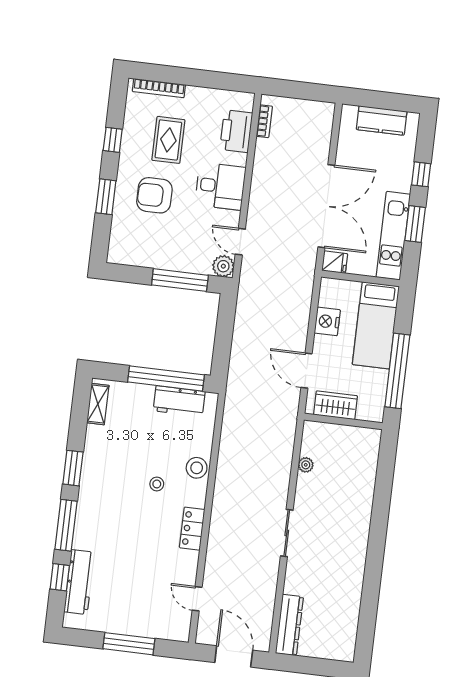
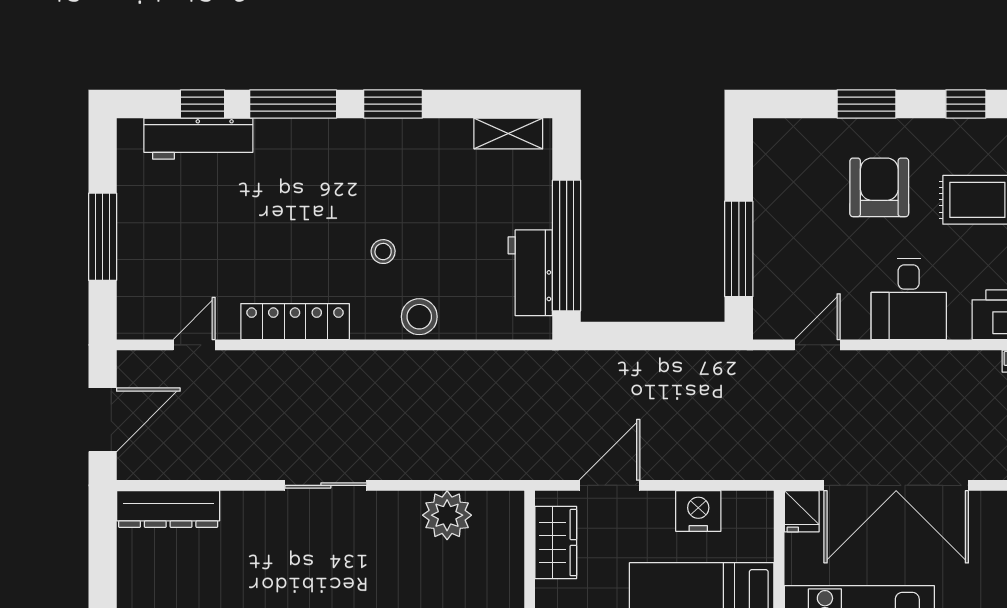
plant: (223, 266) -> (772, 321), removed
plant: (306, 465) -> (447, 515), width x1.87, depth x1.87
locker: (192, 529) -> (295, 322), width x1.53

